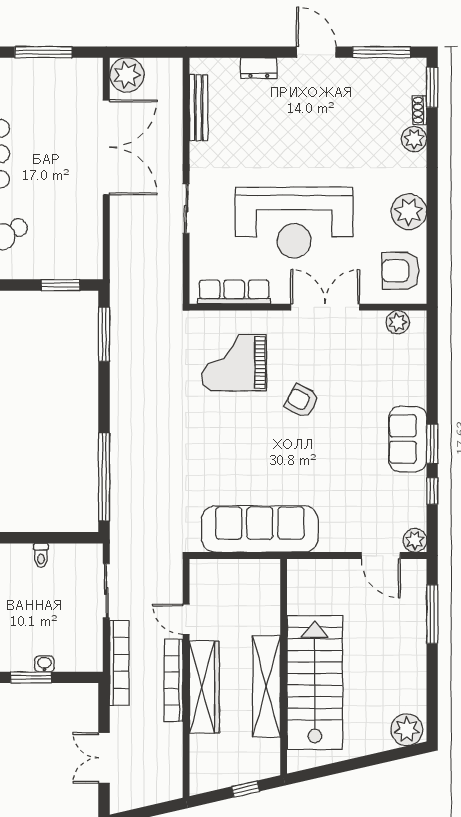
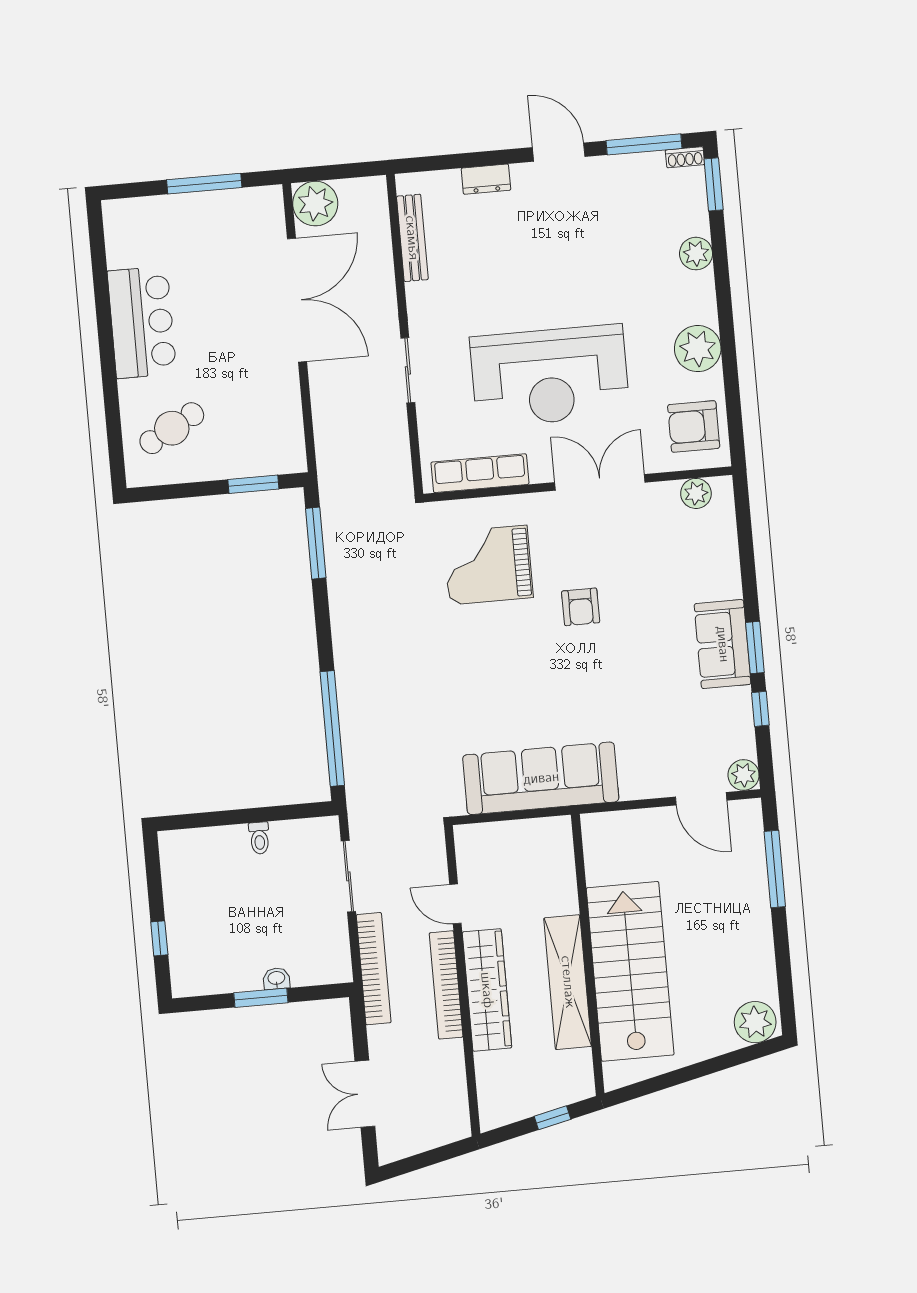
shoe rack: (420, 110) -> (685, 157), moved, turned -90
armchair: (302, 401) -> (581, 607), turned -117

